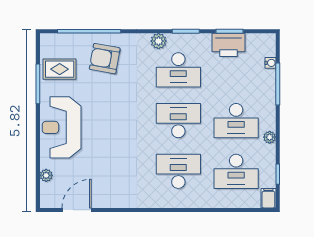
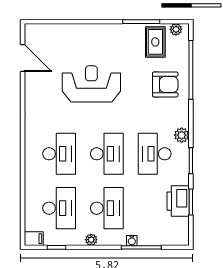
armchair: (105, 59) -> (165, 84), turned 80
water cooler: (270, 63) -> (132, 241), moved
desk: (236, 121) -> (107, 208), turned 180
reception desk: (62, 127) -> (91, 84), moved
desk: (236, 171) -> (59, 208), turned 180
plant: (46, 175) -> (176, 29), moved

